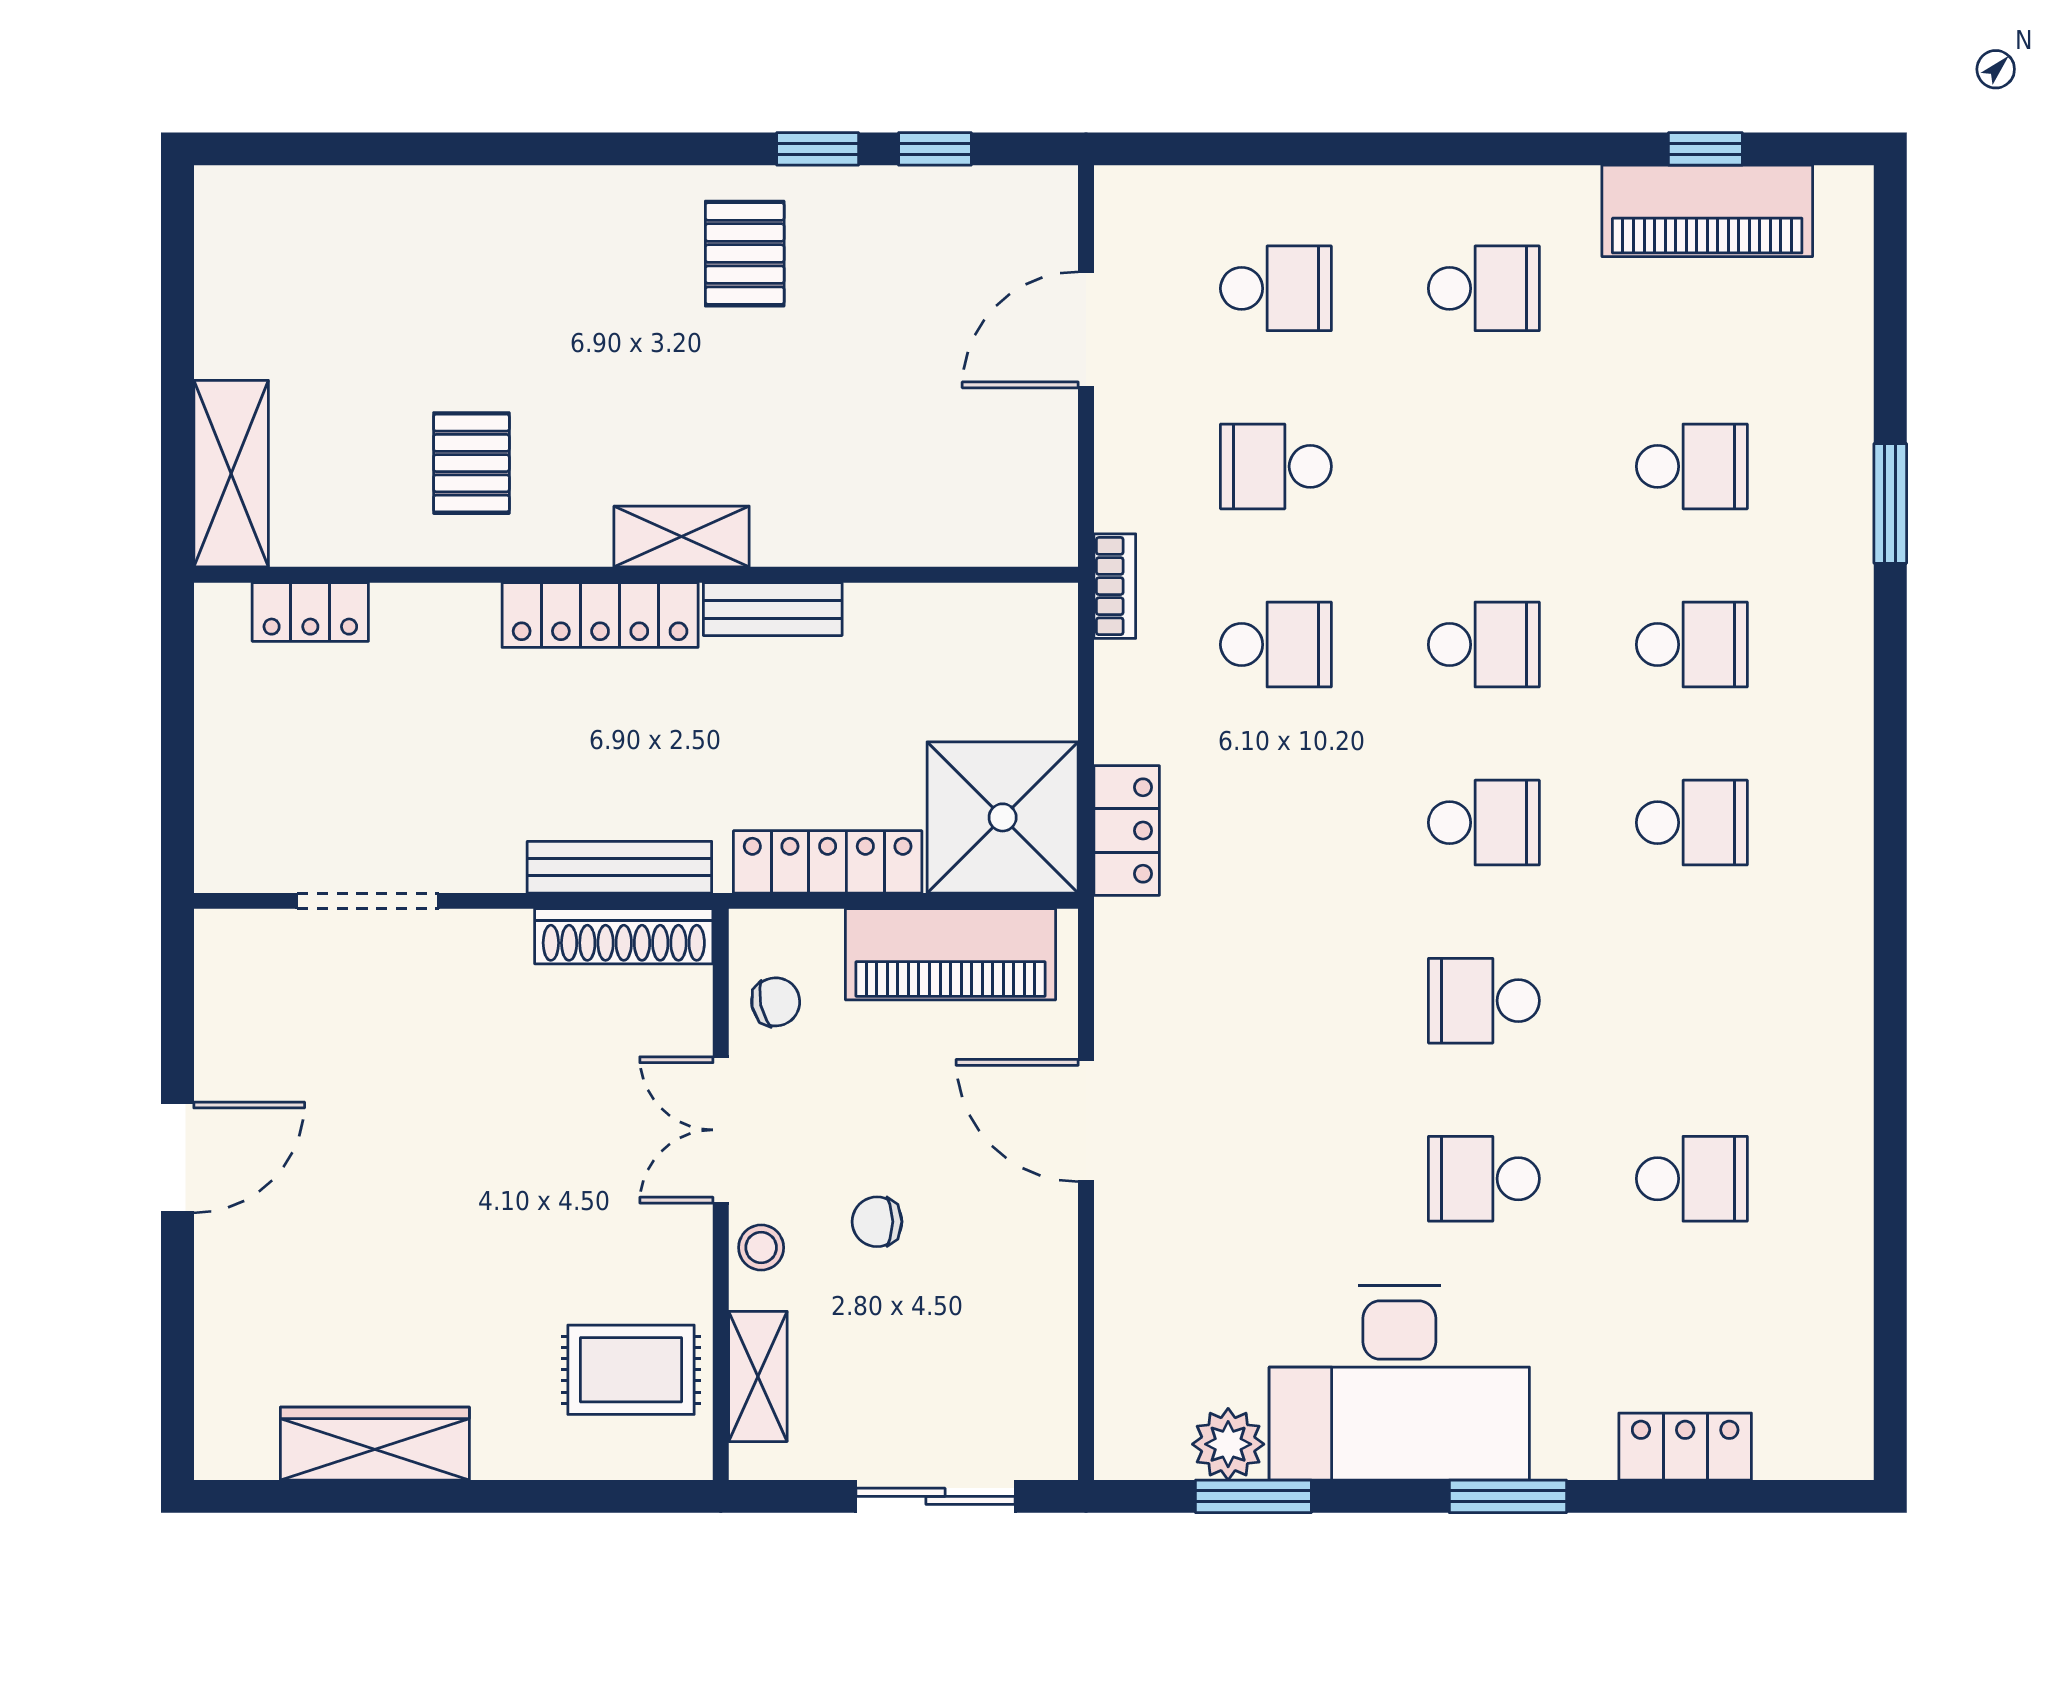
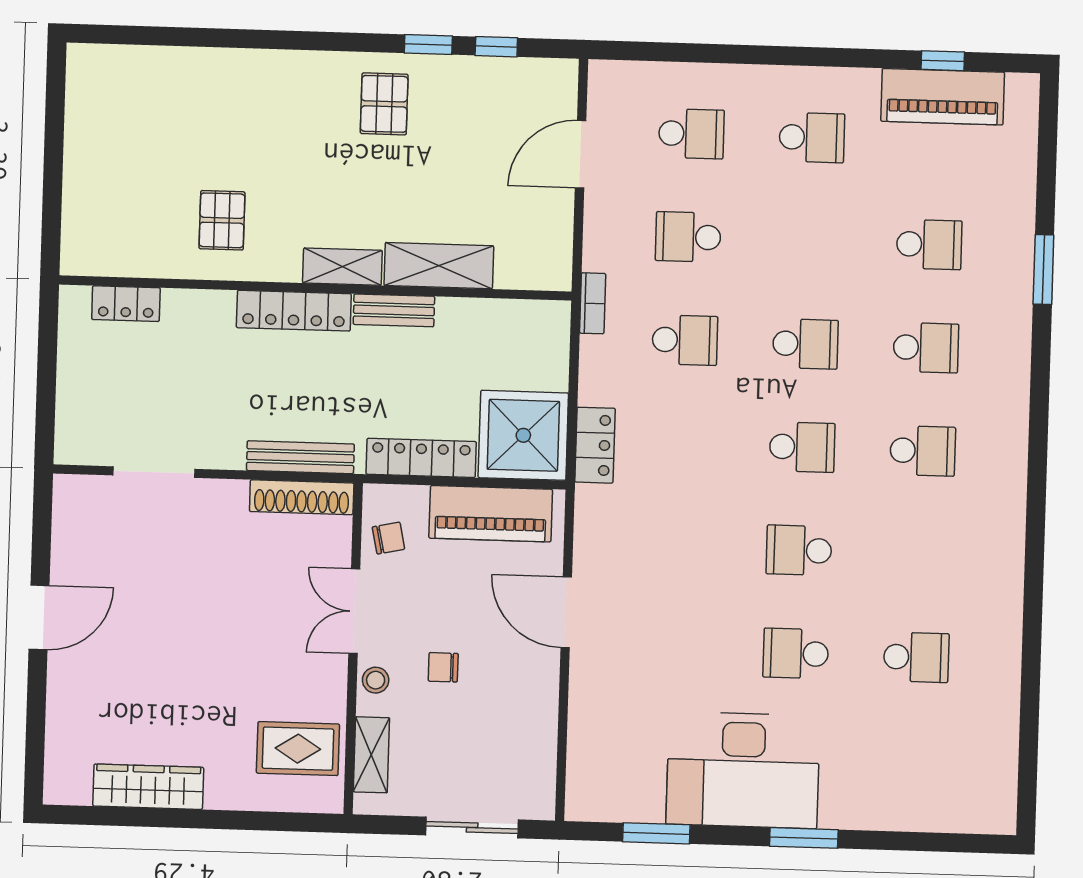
shelving: (231, 474) -> (439, 266), moved, turned 90
plant: (1228, 1444) -> (643, 803), removed
locker: (1685, 1447) -> (907, 812), removed

